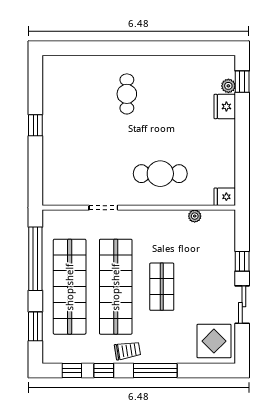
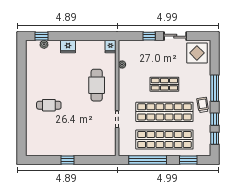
fridge: (225, 106) -> (68, 47), moved

